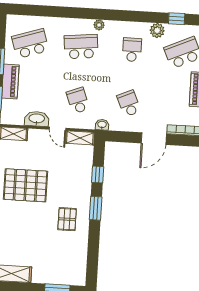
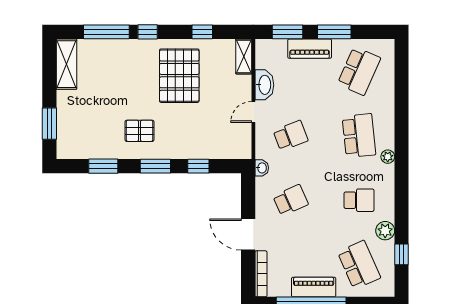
school desk: (30, 44) -> (359, 71), turned 42
shelving: (80, 138) -> (243, 141), removed
window: (93, 249) -> (103, 166), added

